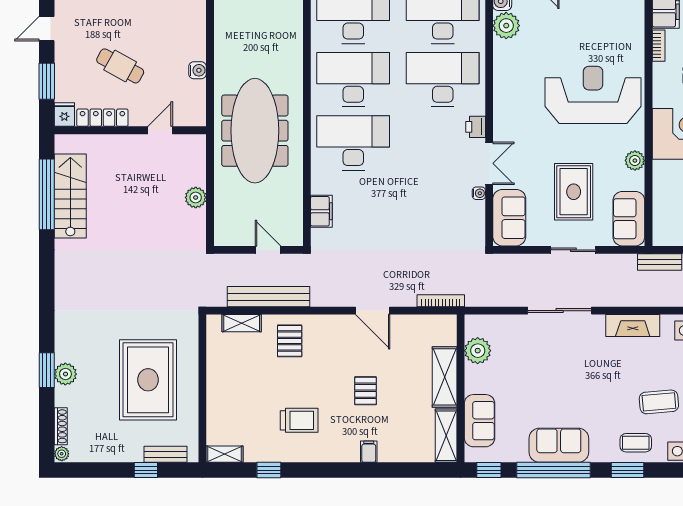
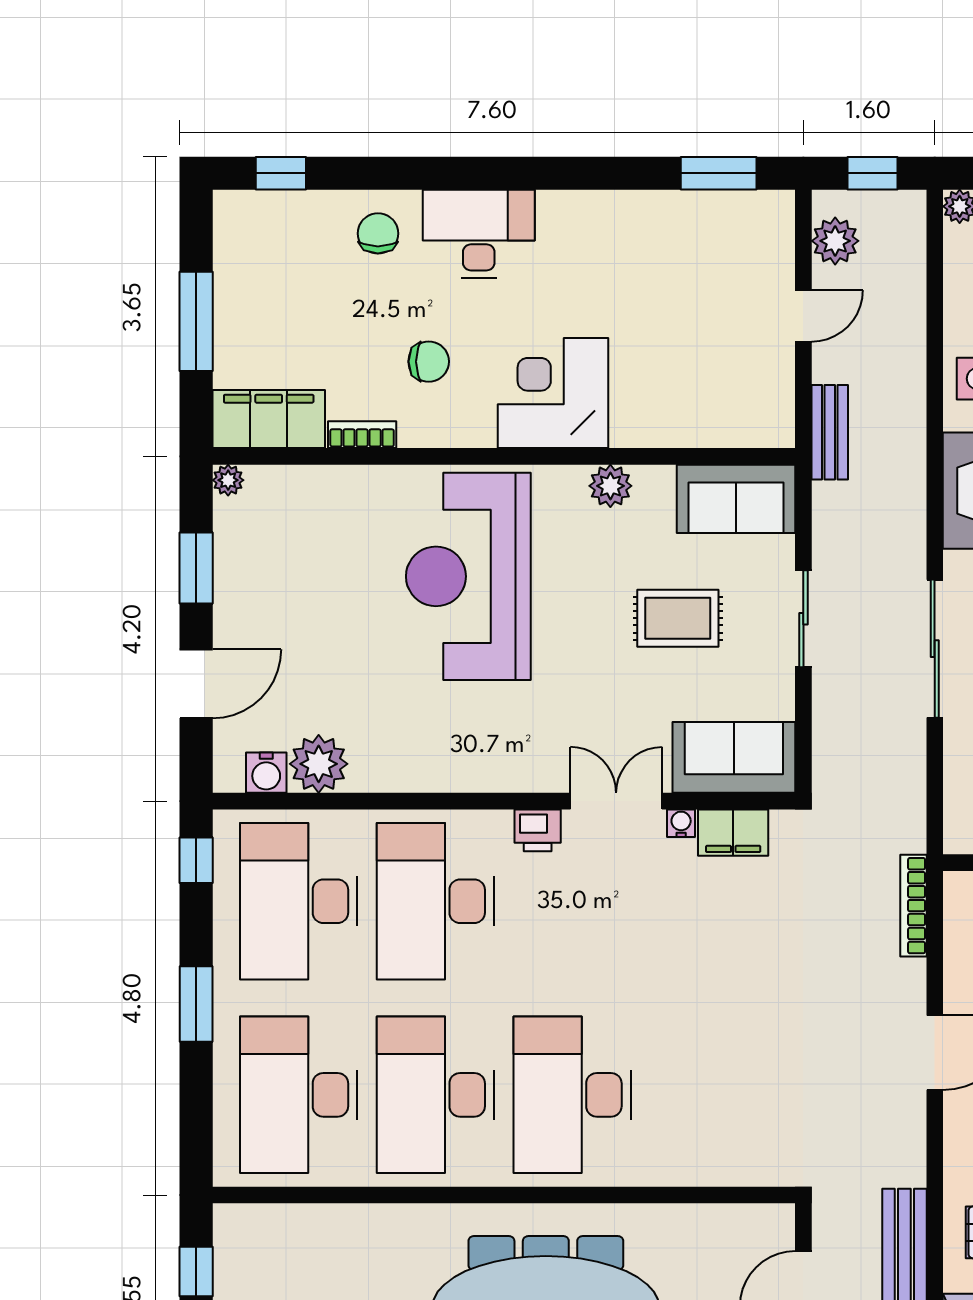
rug: (574, 192) -> (678, 618), width x0.73, depth x0.70
filing cabinet: (321, 211) -> (733, 833), moved, turned 180

